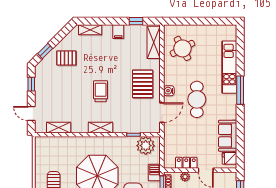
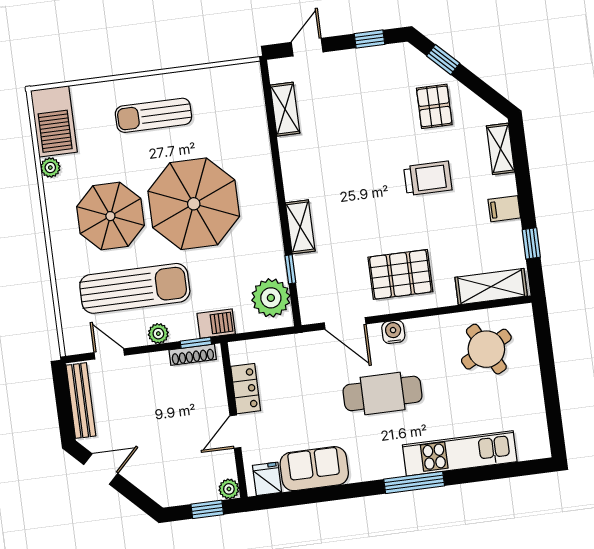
trolley: (101, 91) -> (428, 178), moved
shelving: (101, 128) -> (300, 227), moved
plant: (185, 177) -> (229, 489), moved

